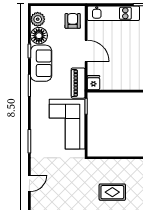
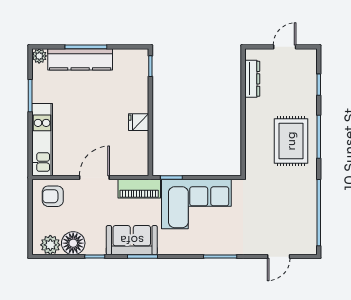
sofa: (41, 63) -> (132, 240), moved
fridge: (93, 83) -> (139, 122), moved
door: (29, 183) -> (279, 257), swing flipped
rug: (112, 192) -> (291, 141), width x1.36, depth x1.43

